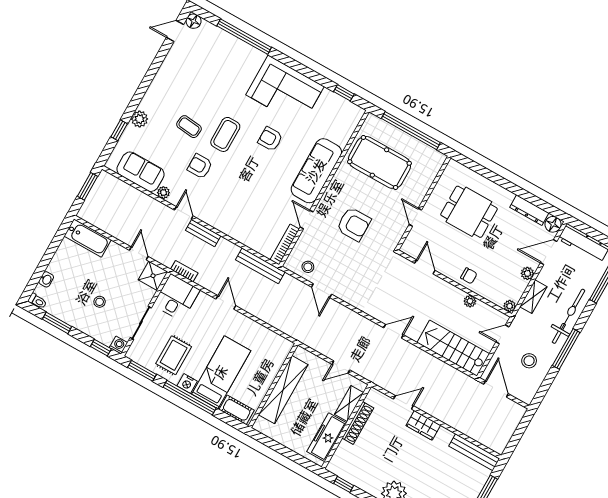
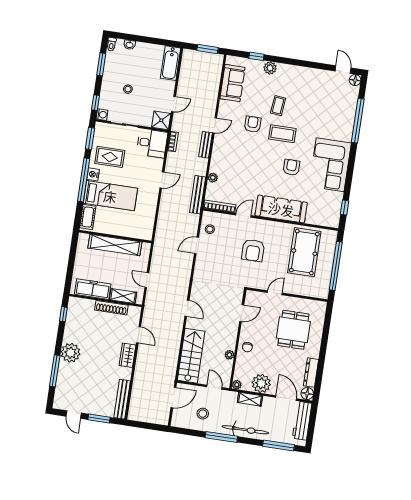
plant: (163, 193) -> (213, 178), moved
plant: (527, 273) -> (261, 383), width x1.87, depth x1.87

